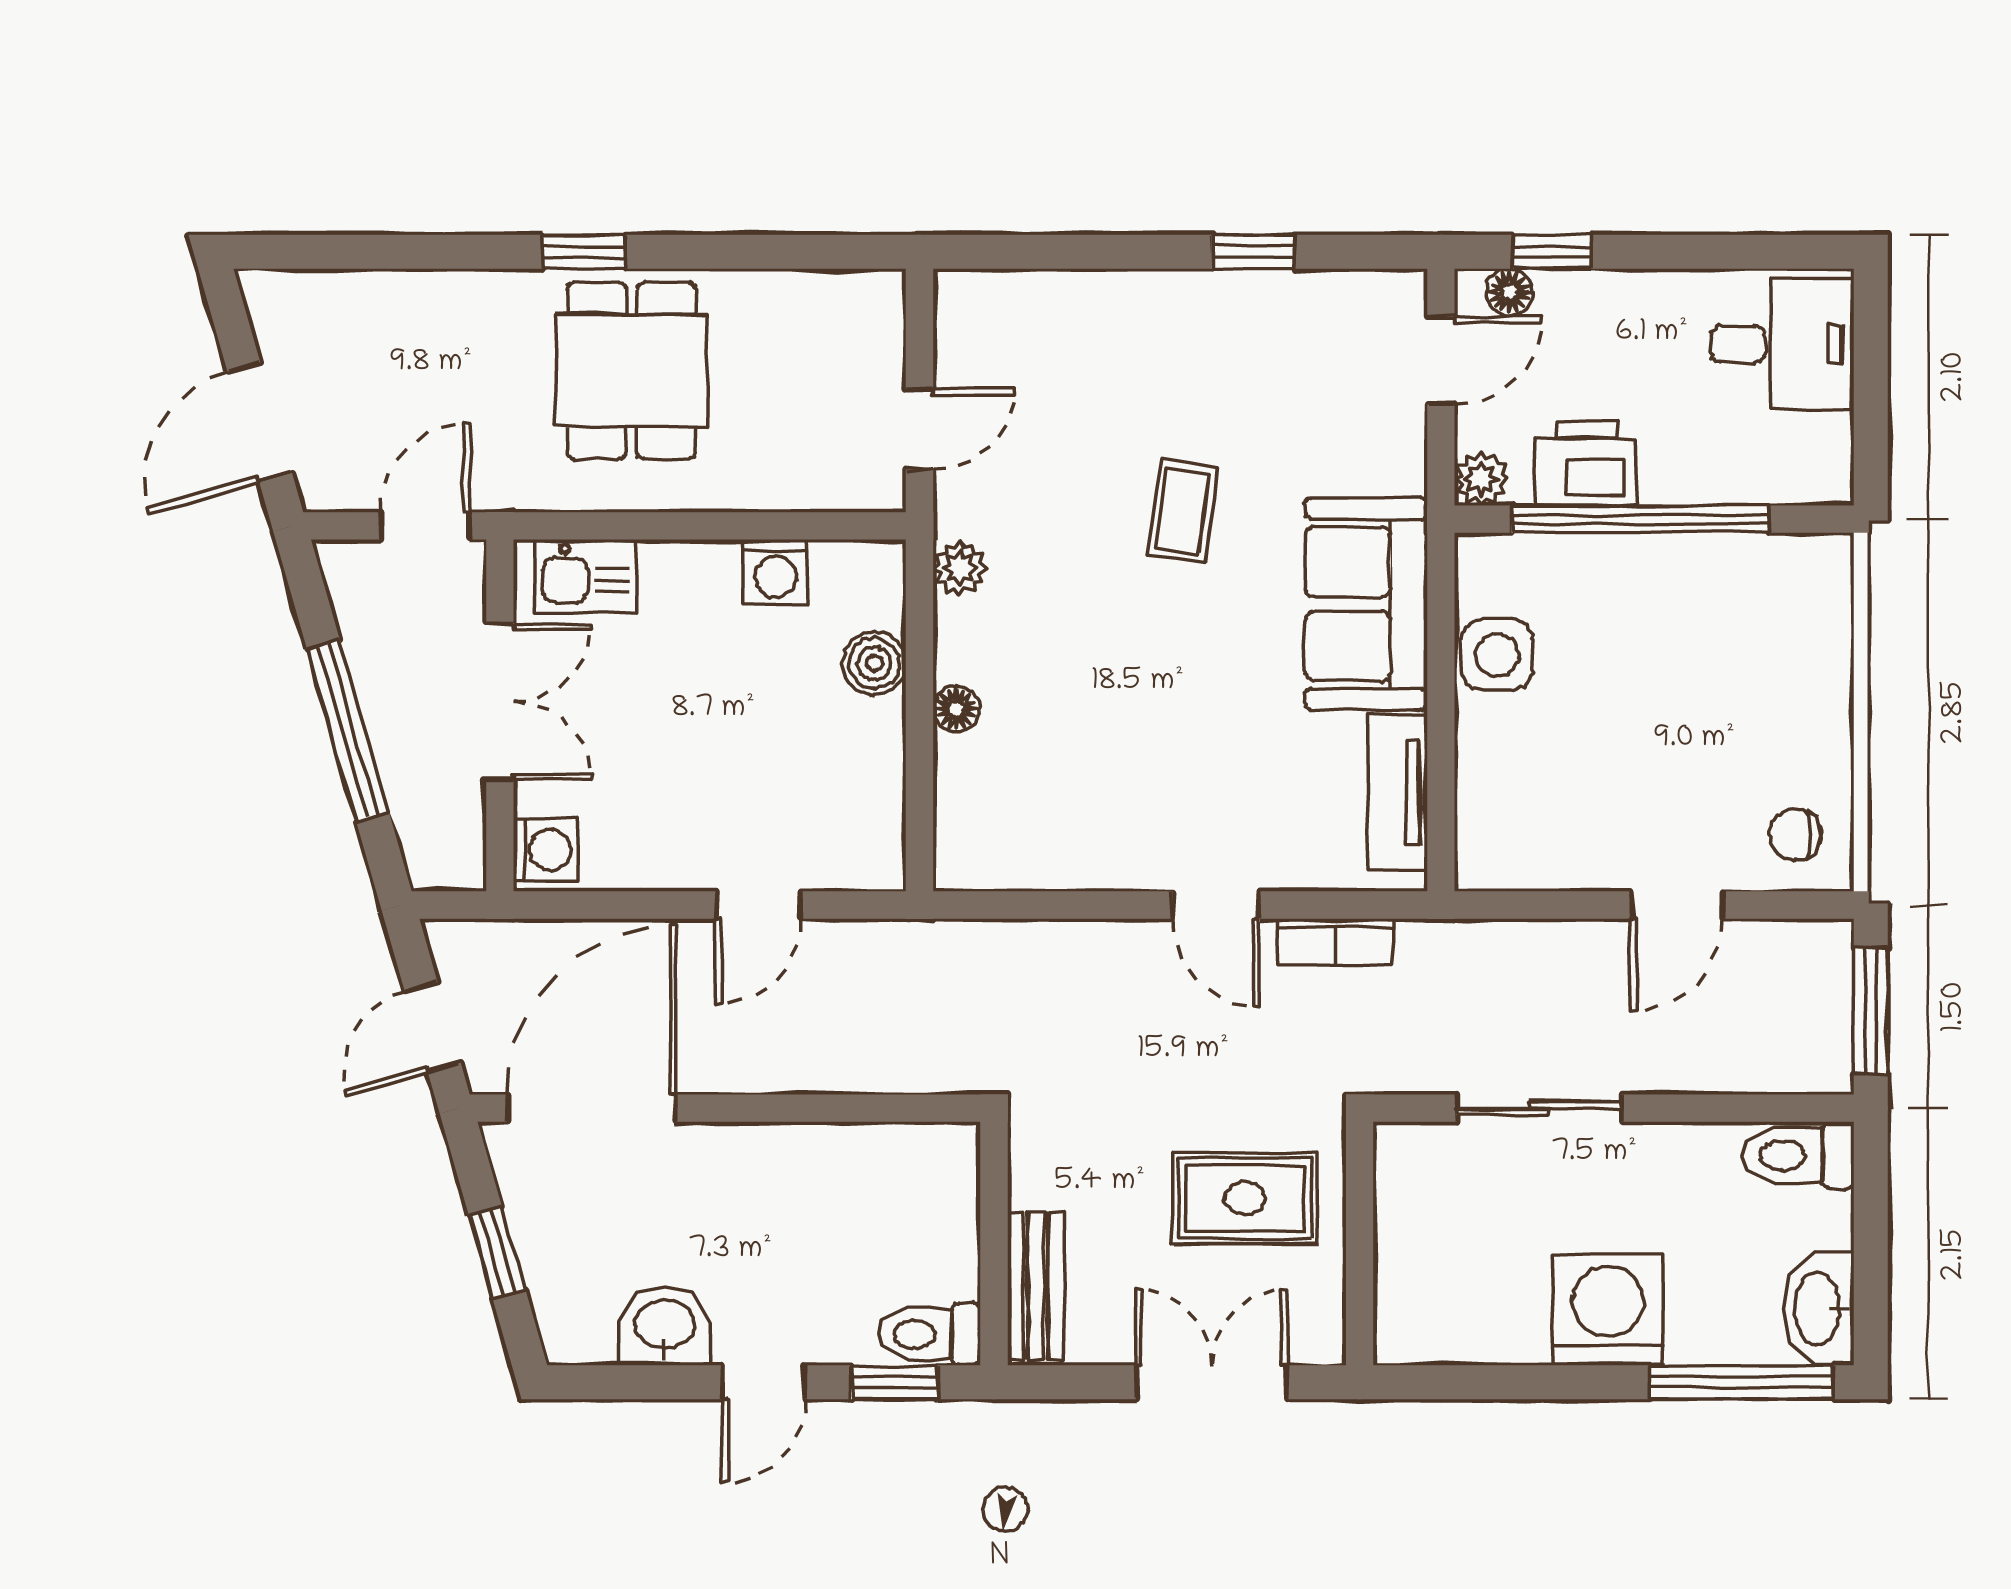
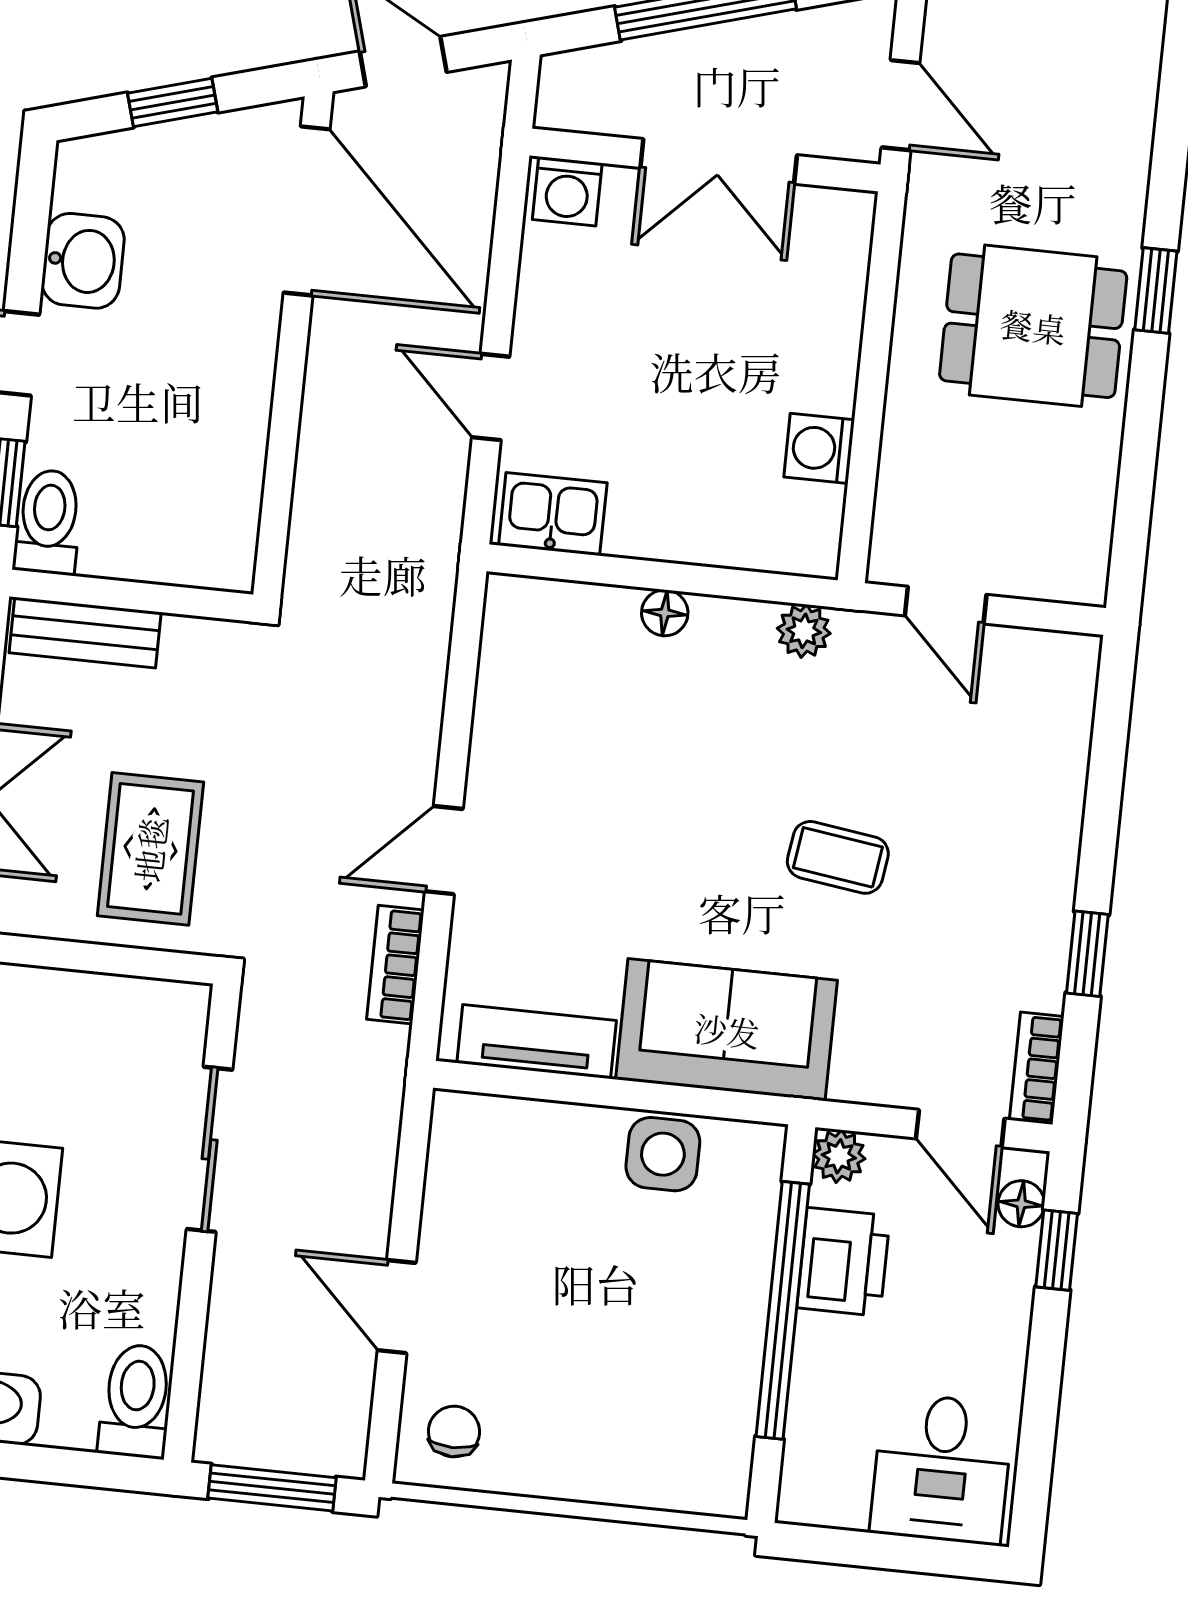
bookcase: (1373, 291) -> (1037, 1068), added
kitchen sink: (585, 576) -> (553, 514), moved, turned 90
boiler: (874, 663) -> (718, 536), removed

